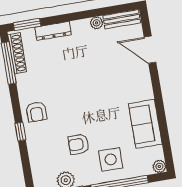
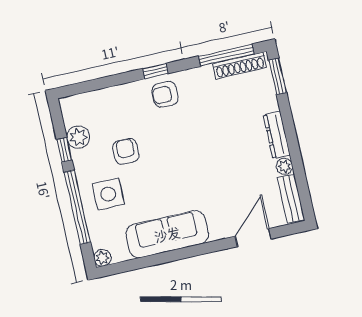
dresser: (53, 31) -> (277, 135), moved
sofa: (145, 124) -> (167, 234), width x1.36
window: (20, 132) -> (155, 71), moved

